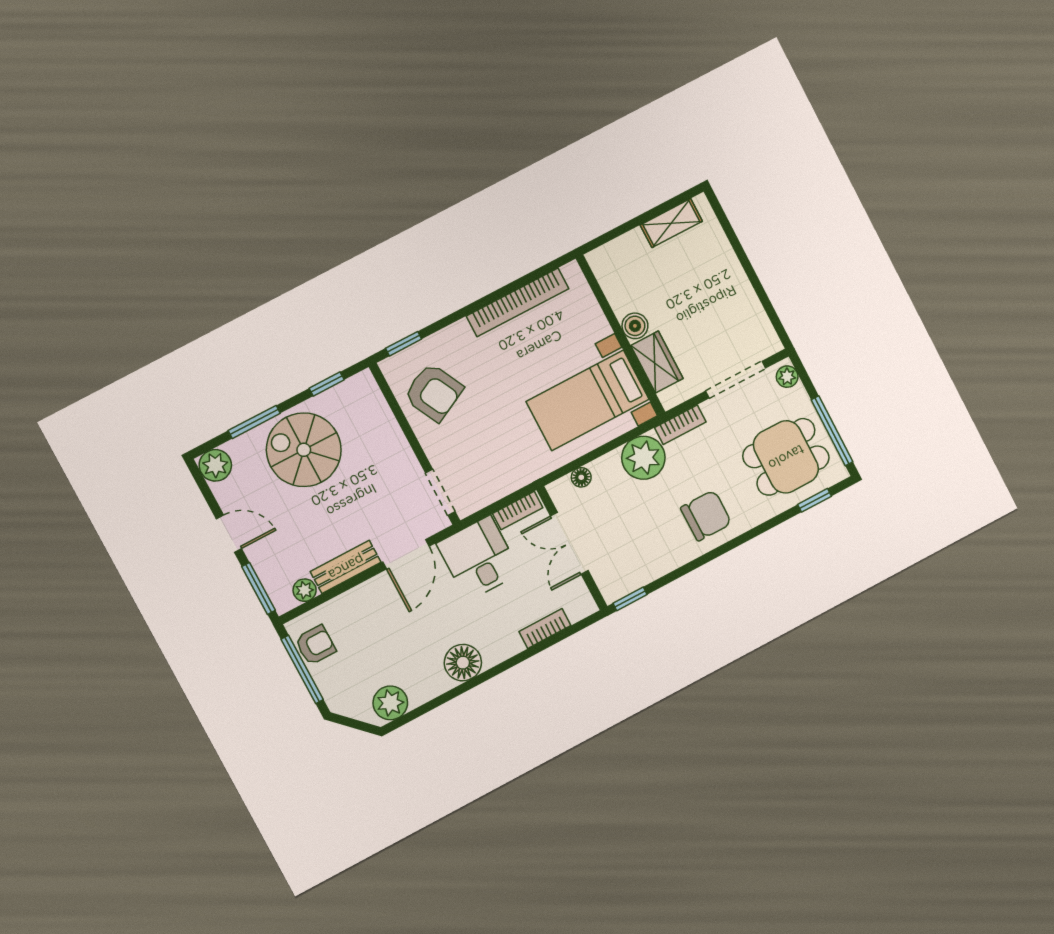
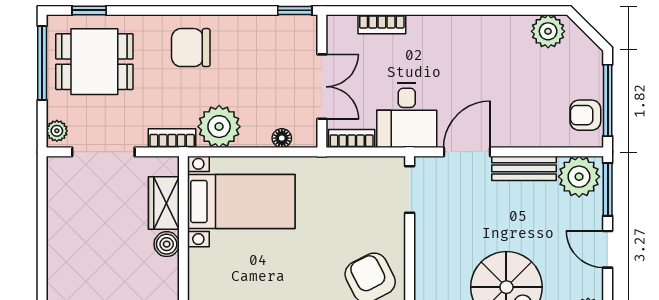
plant: (305, 590) -> (579, 177), width x1.87, depth x1.87
floor lamp: (463, 663) -> (468, 33), removed

